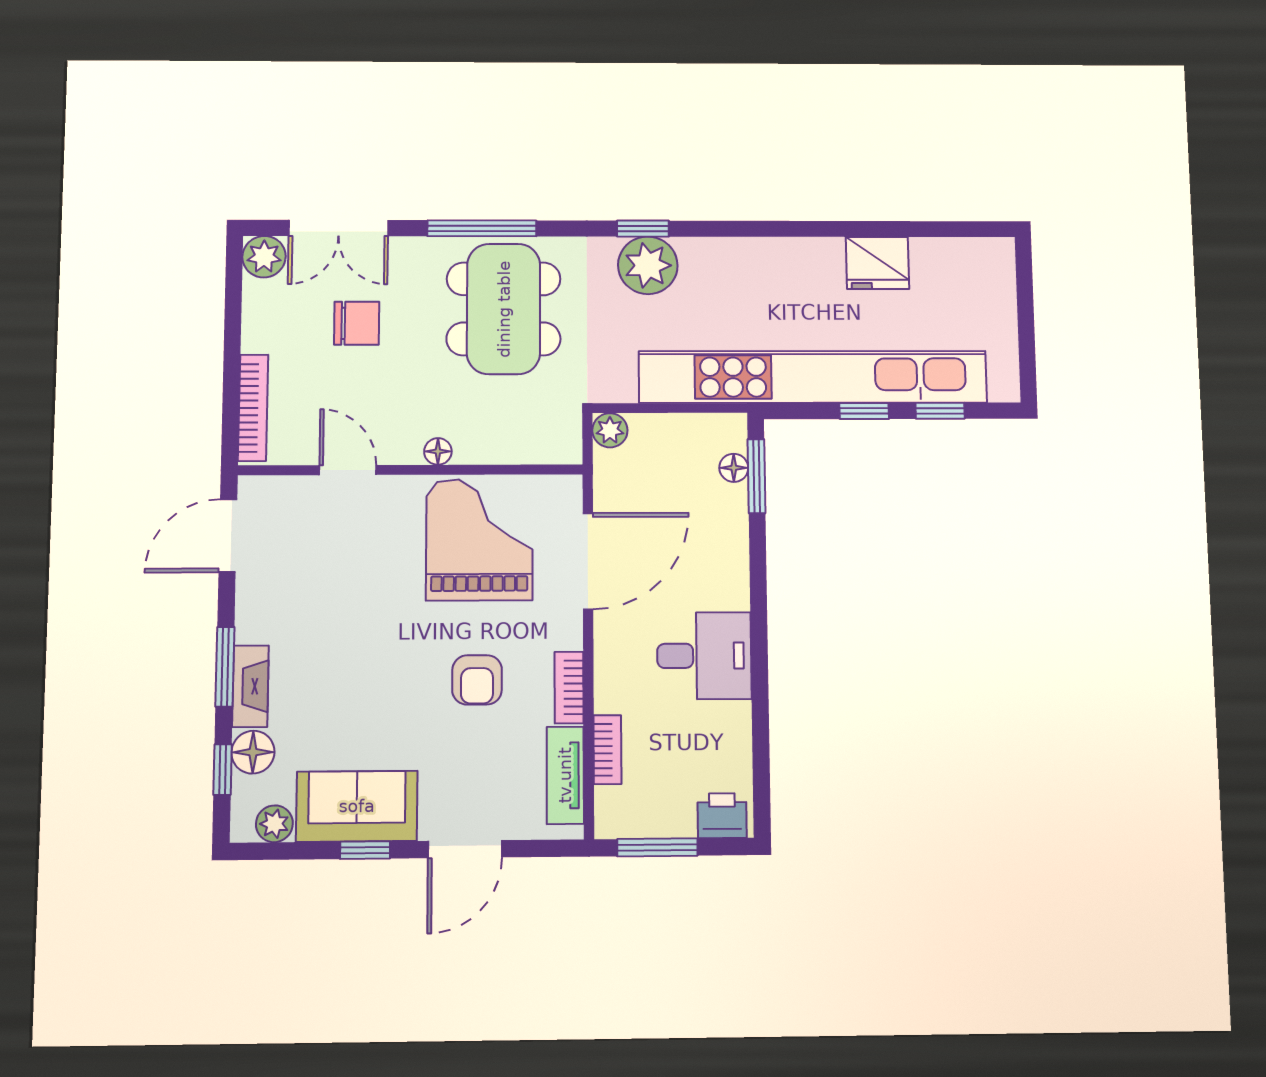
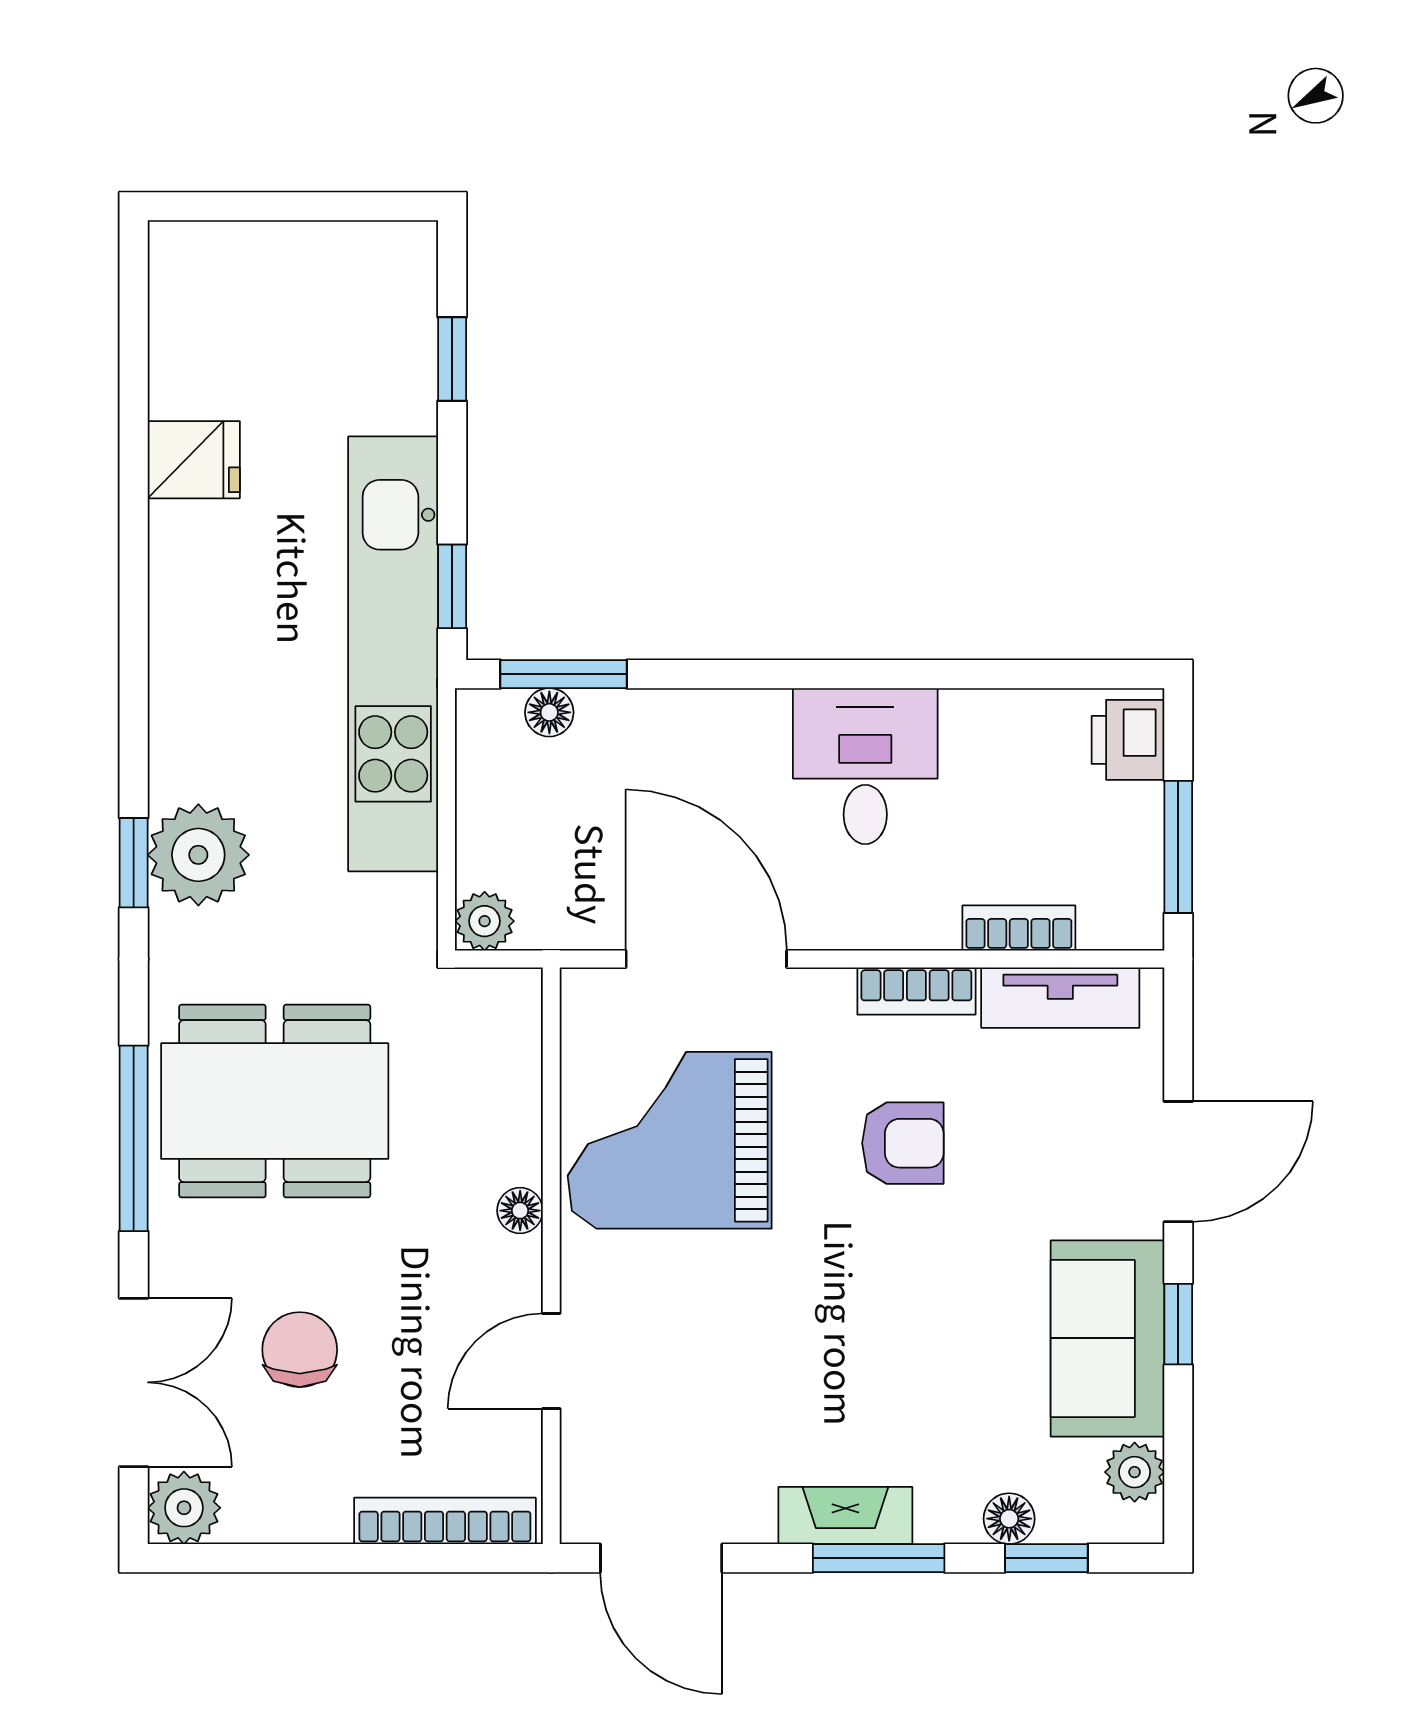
fridge: (877, 263) -> (194, 460), width x0.72
kitchen unit: (813, 377) -> (393, 654), width x0.73
window: (864, 411) -> (452, 586), moved
fireplace: (250, 686) -> (845, 1516), moved
floor lamp: (253, 752) -> (1009, 1519), width x0.73, depth x0.73
door: (465, 849) -> (1178, 1162), hinge flipped

